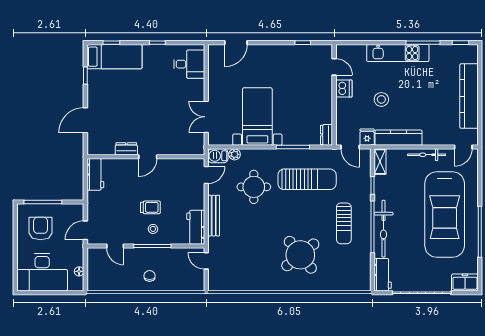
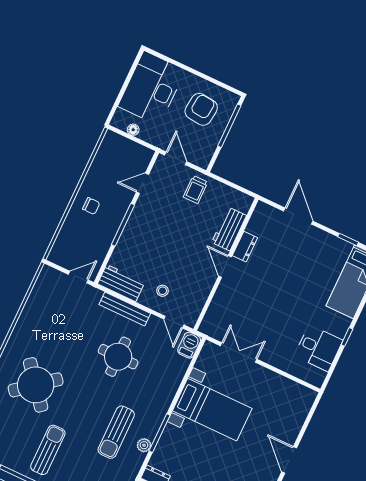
door: (236, 43) -> (289, 460), moved
desk: (189, 64) -> (319, 348), moved, turned -90
plant: (235, 154) -> (144, 445), moved
workbench: (95, 174) -> (229, 229), moved, turned 90
sun lounger: (307, 179) -> (116, 432), width x0.73, depth x0.75
round table: (254, 187) -> (118, 357), moved
trolley: (150, 207) -> (195, 190), moved
sun lounger: (344, 223) -> (48, 450), turned 90
armchair: (41, 228) -> (201, 109), turned -84
stool: (153, 229) -> (162, 291), moved

